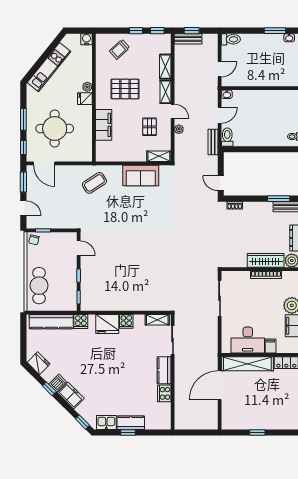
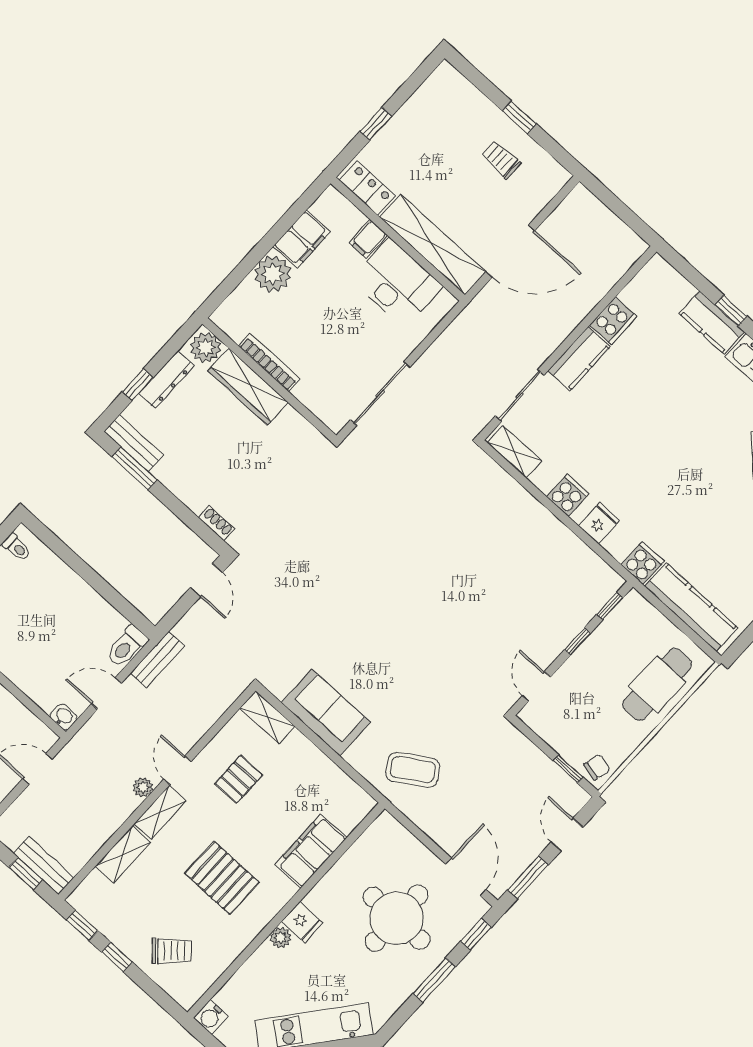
plant: (179, 129) -> (143, 787), moved
fridge: (107, 324) -> (599, 523), width x0.53, depth x0.75
trolley: (250, 413) -> (501, 160), added

